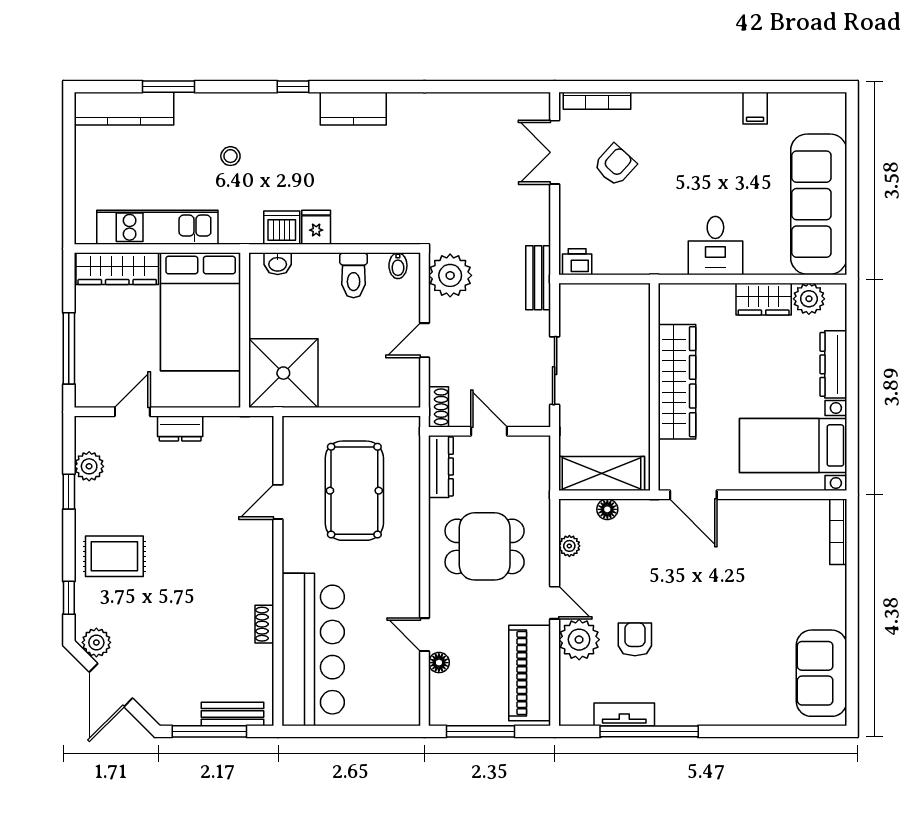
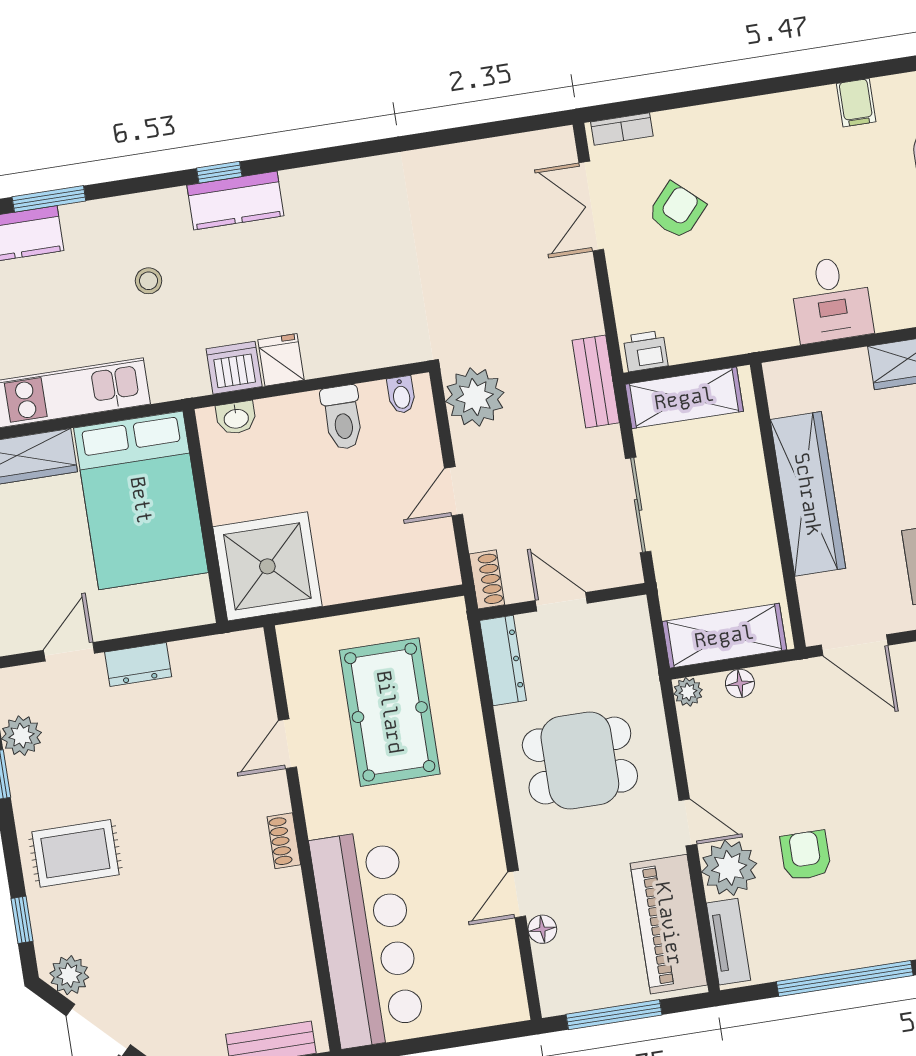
bookcase: (597, 101) -> (622, 129), width x0.64
kitchen counter: (353, 109) -> (235, 201), moved
shelving: (599, 299) -> (684, 398), added
plant: (569, 546) -> (688, 692), moved
shoe rack: (264, 624) -> (284, 841), moved
door: (425, 635) -> (517, 894), hinge flipped
tv unit: (624, 714) -> (728, 942), moved, turned 90

